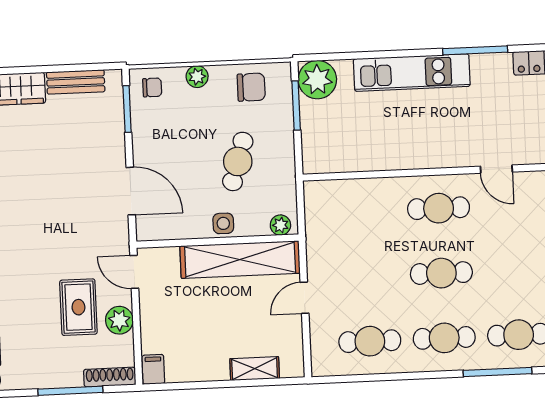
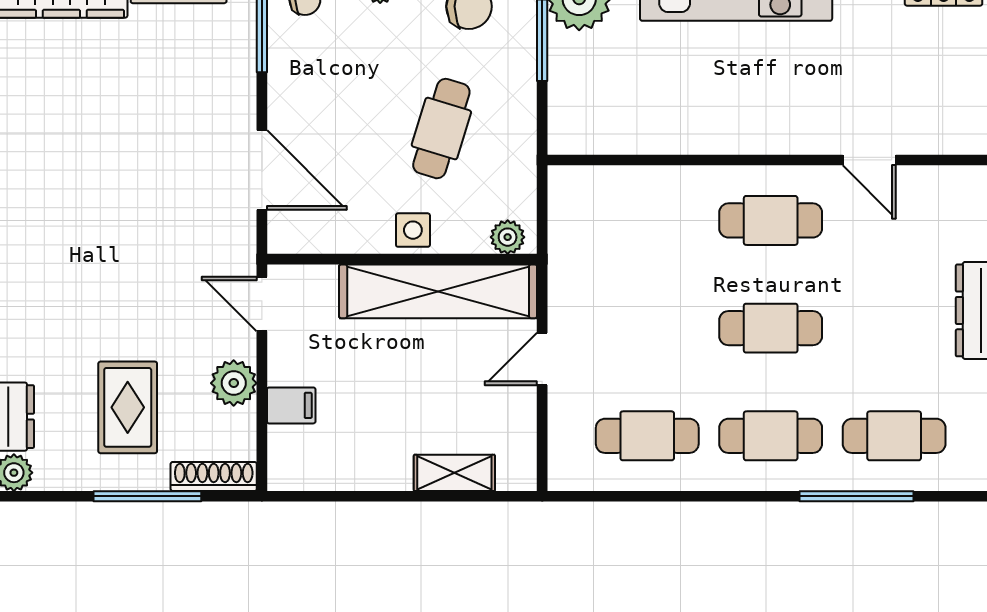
rug: (78, 307) -> (128, 407), moved
filing cabinet: (153, 369) -> (291, 405), moved, turned 90

